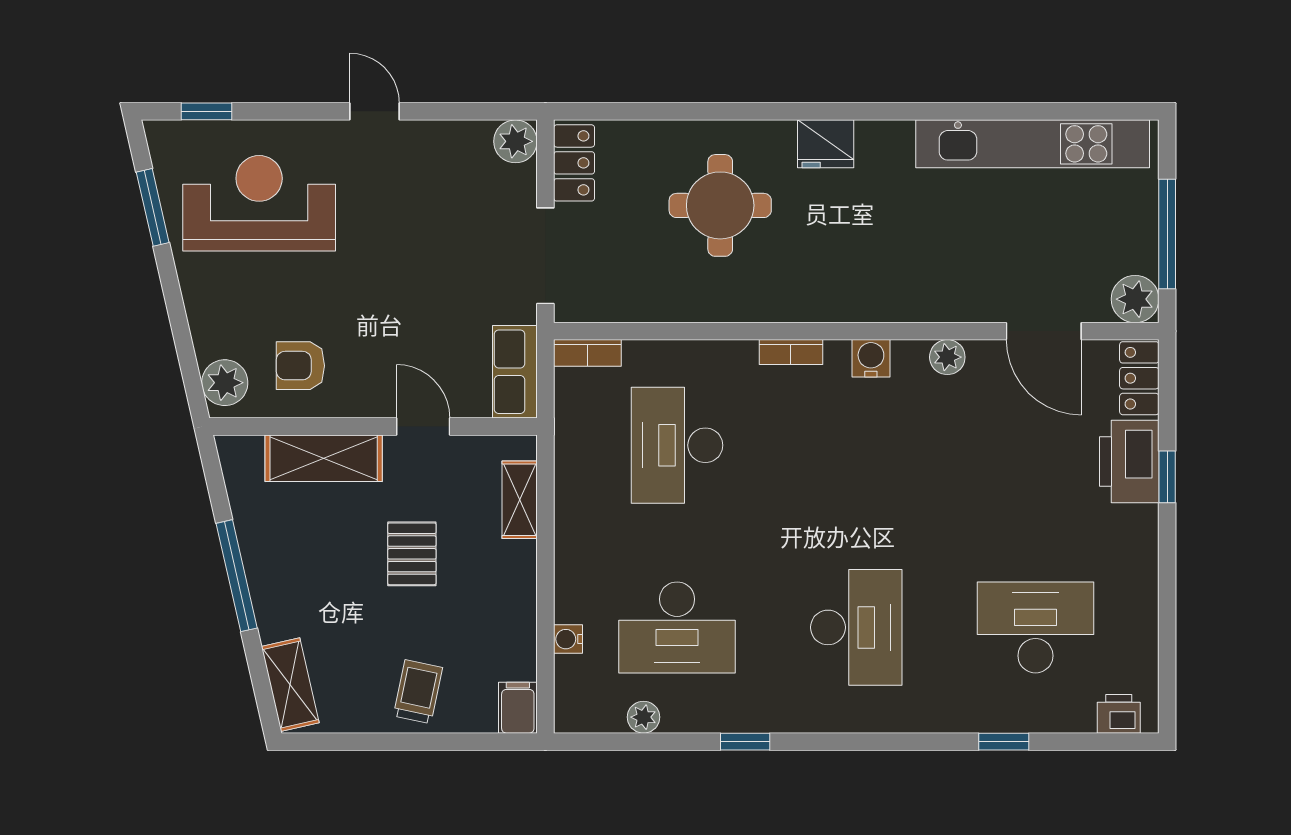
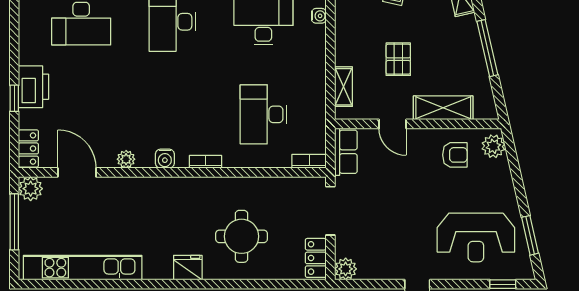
desk: (677, 445) -> (263, 114), turned 180
printer: (1129, 462) -> (34, 87), moved

